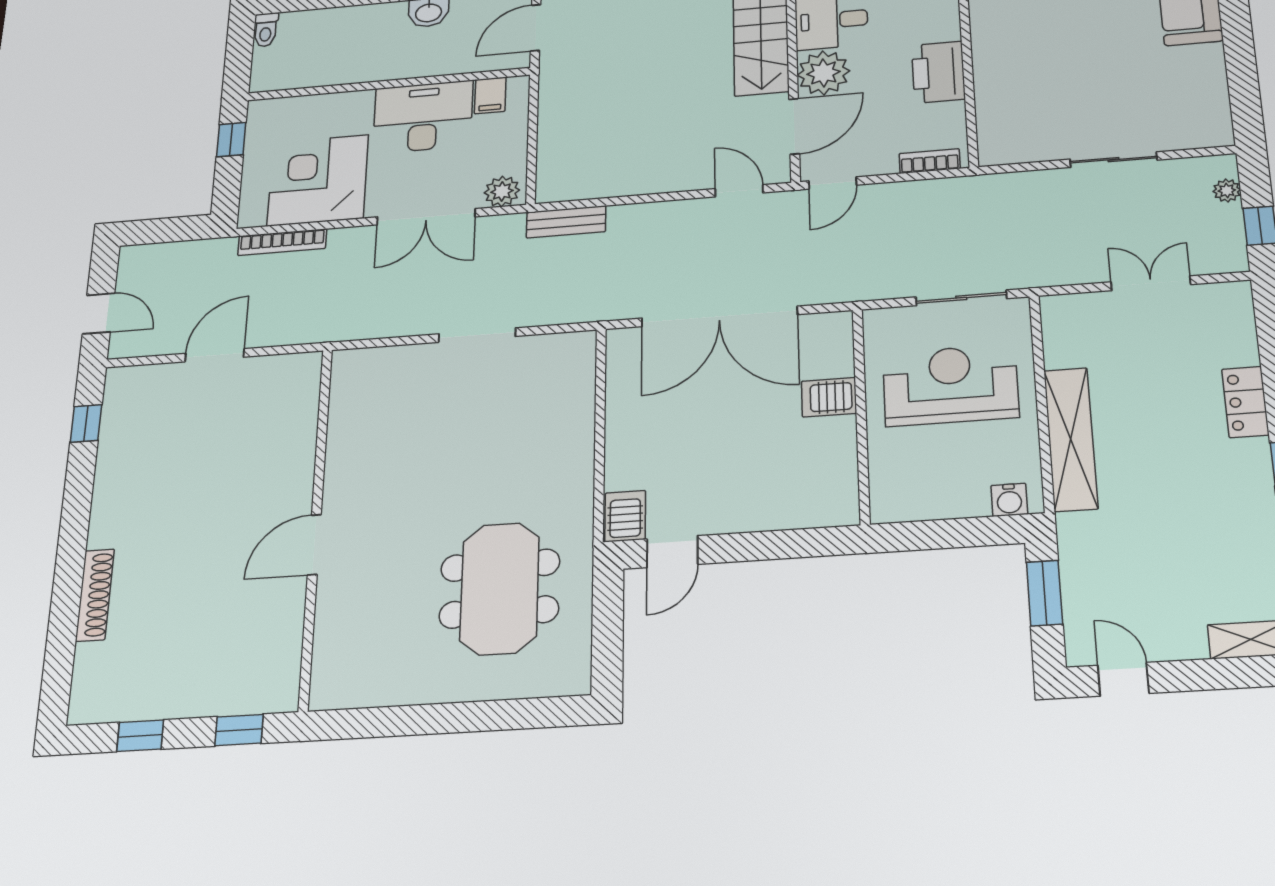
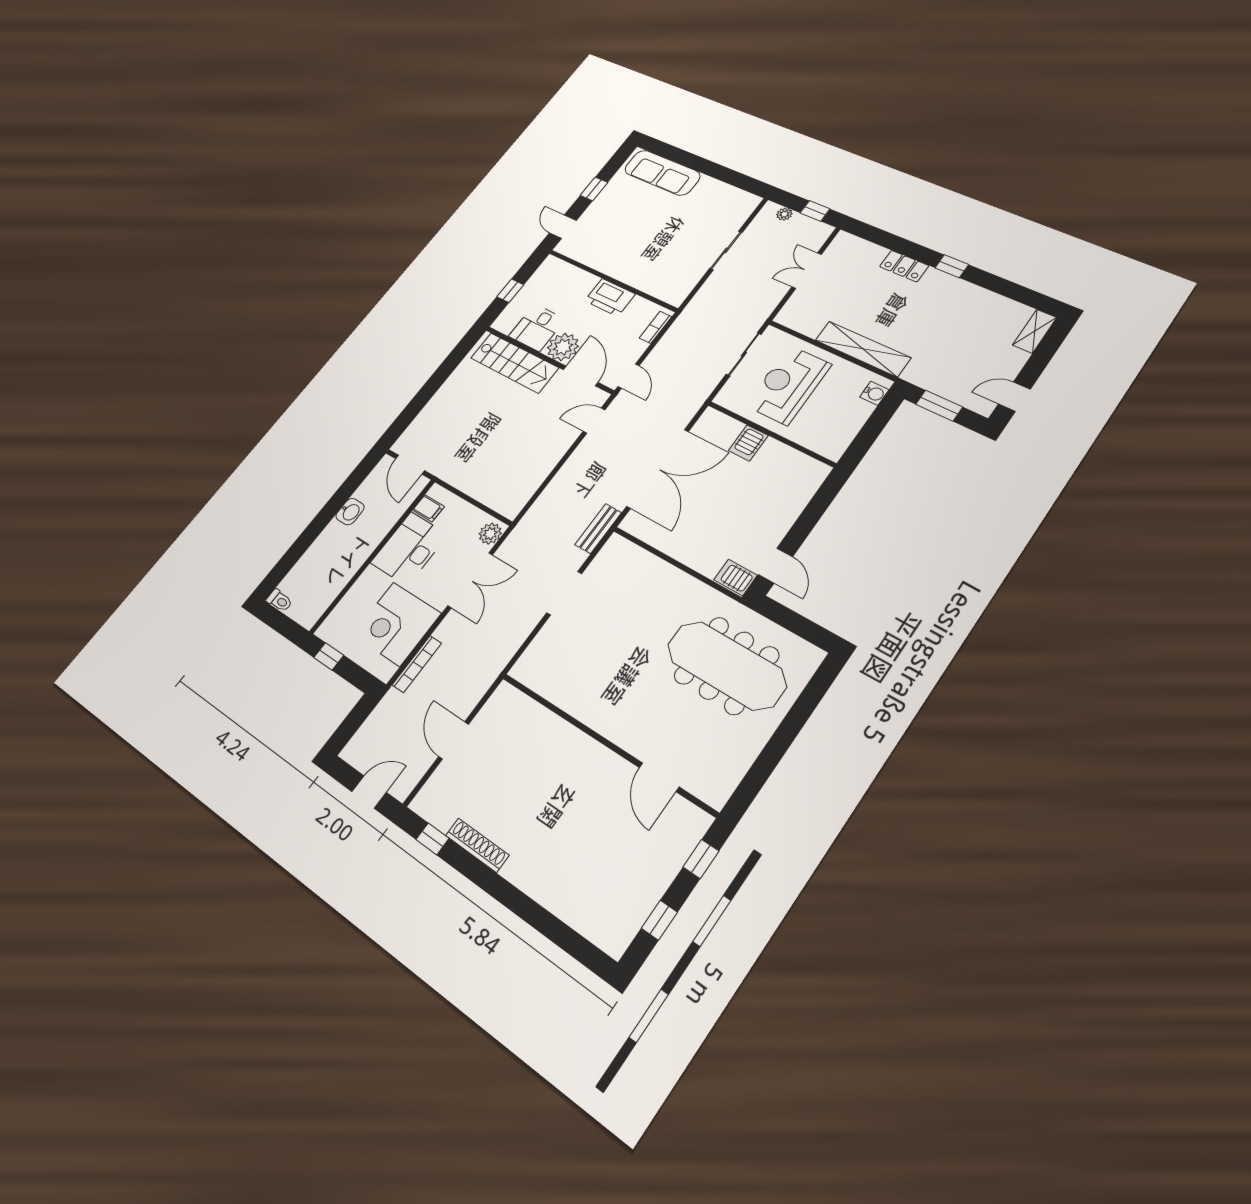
bench: (566, 222) -> (598, 529), moved
door: (314, 545) -> (659, 777), moved
meeting table: (500, 589) -> (726, 665), width x1.36
shoe rack: (95, 595) -> (477, 845), moved

